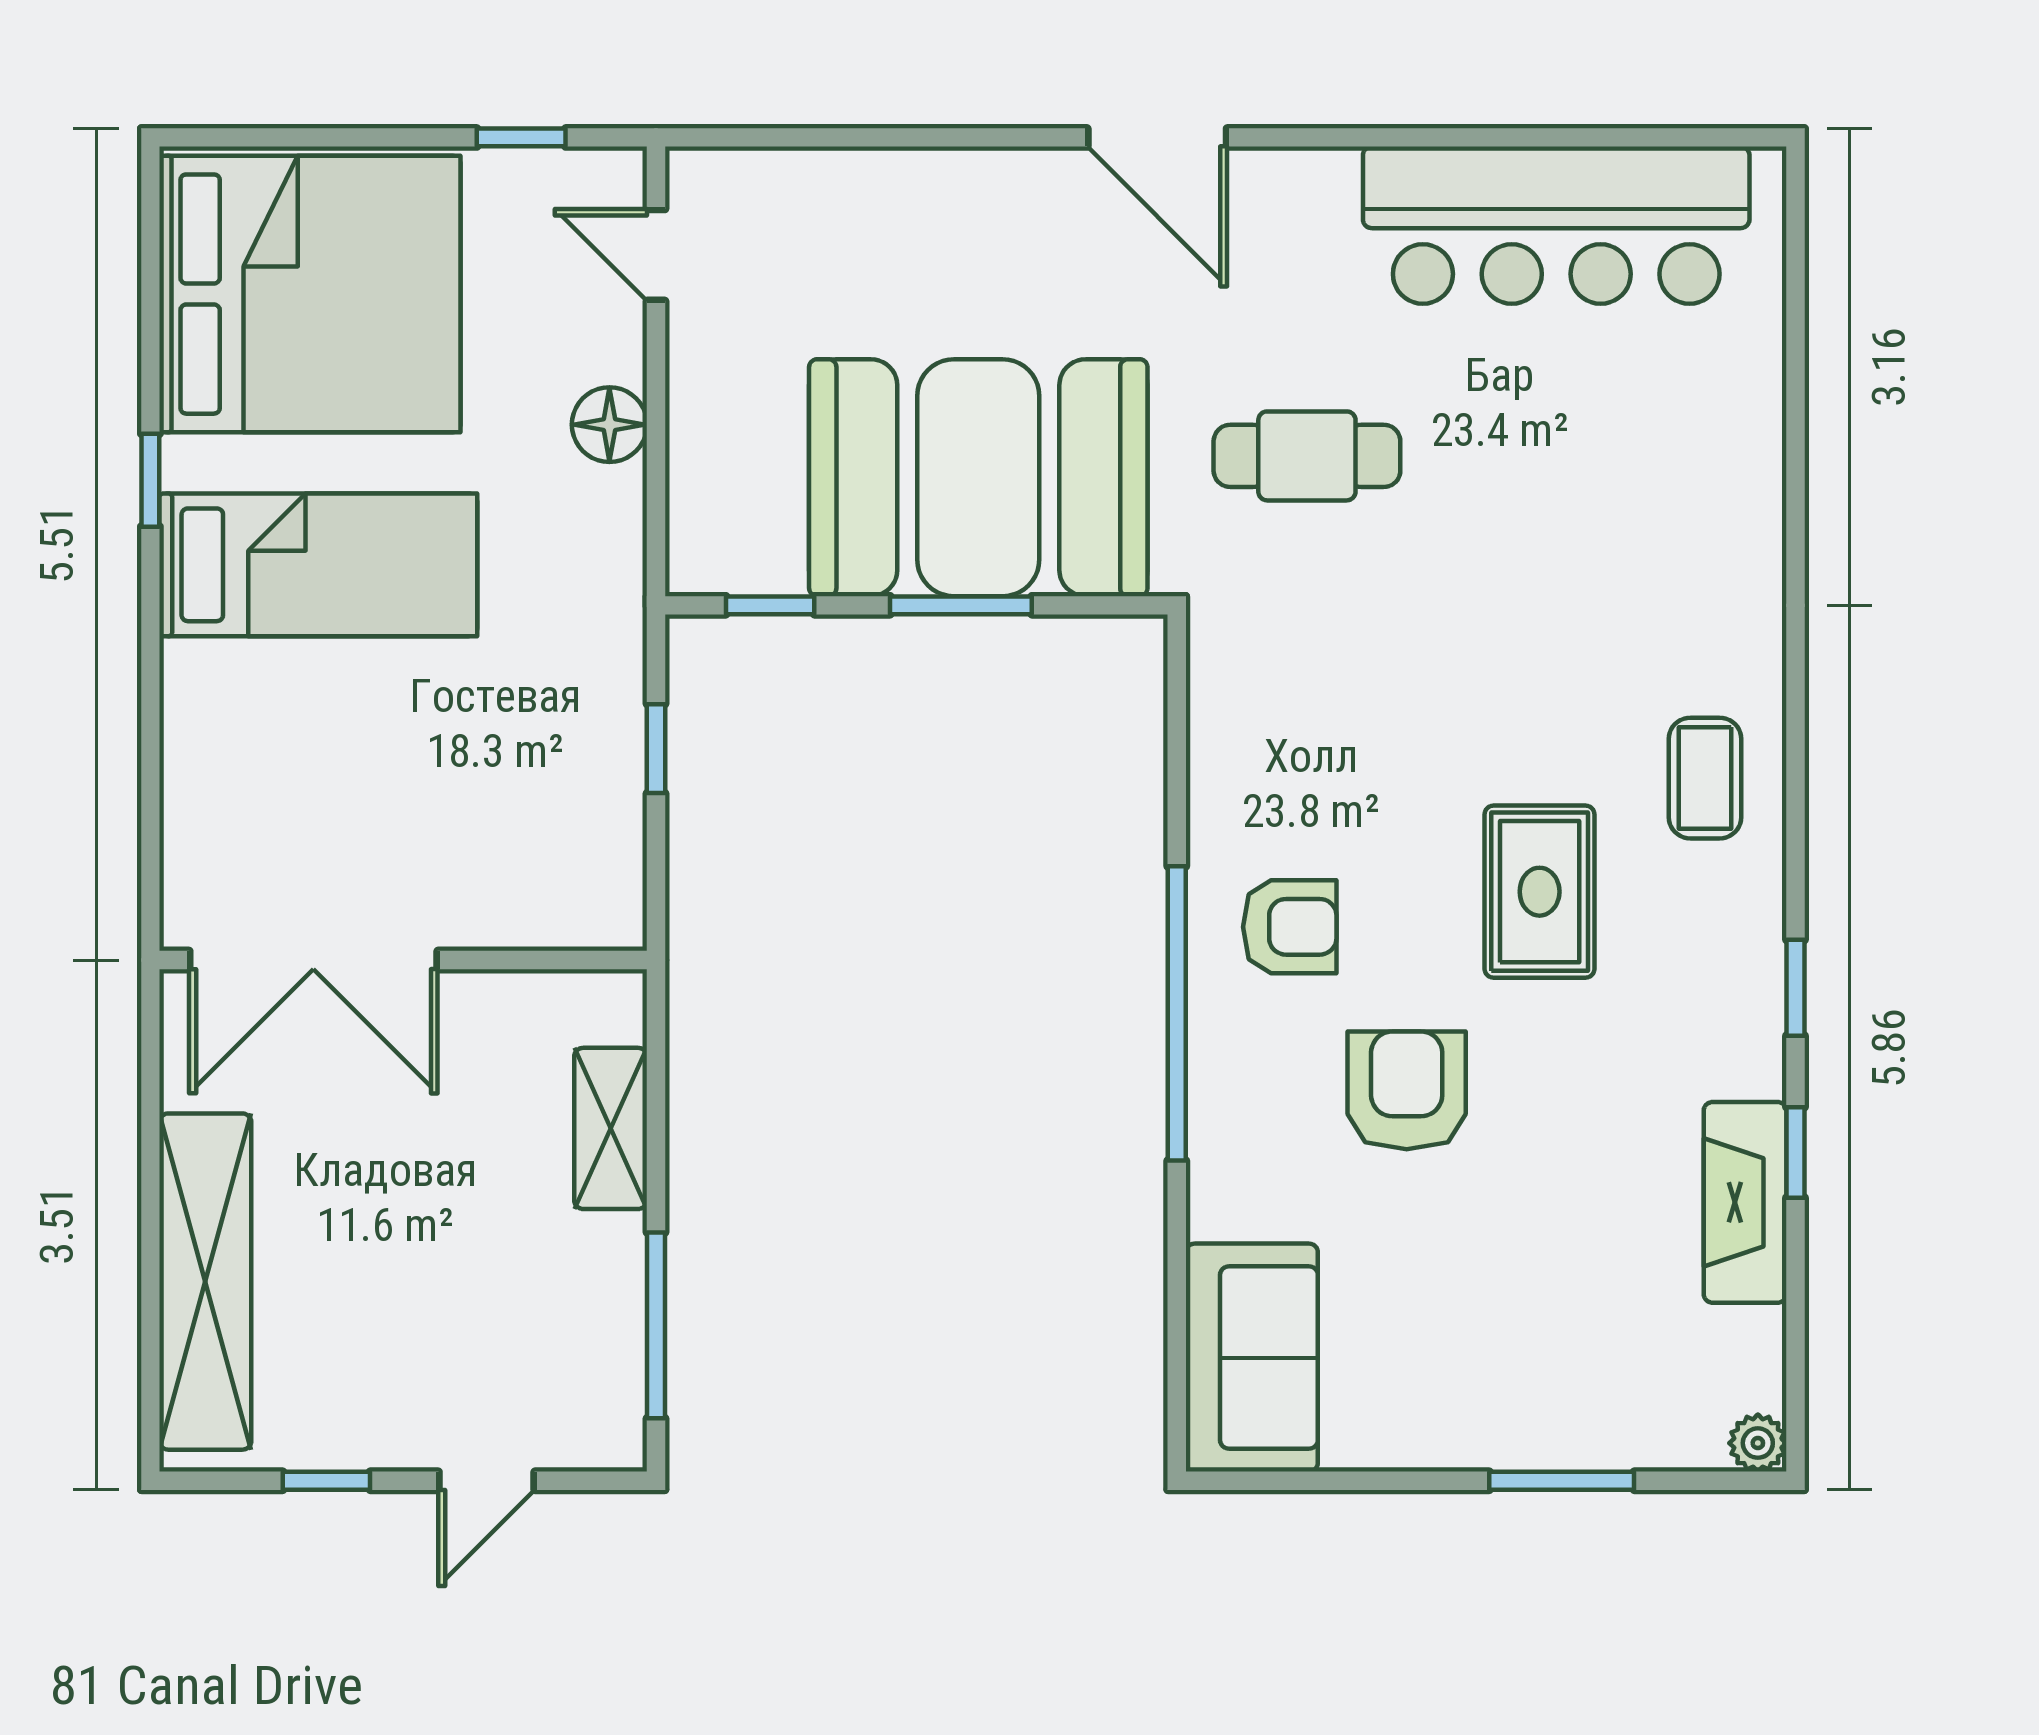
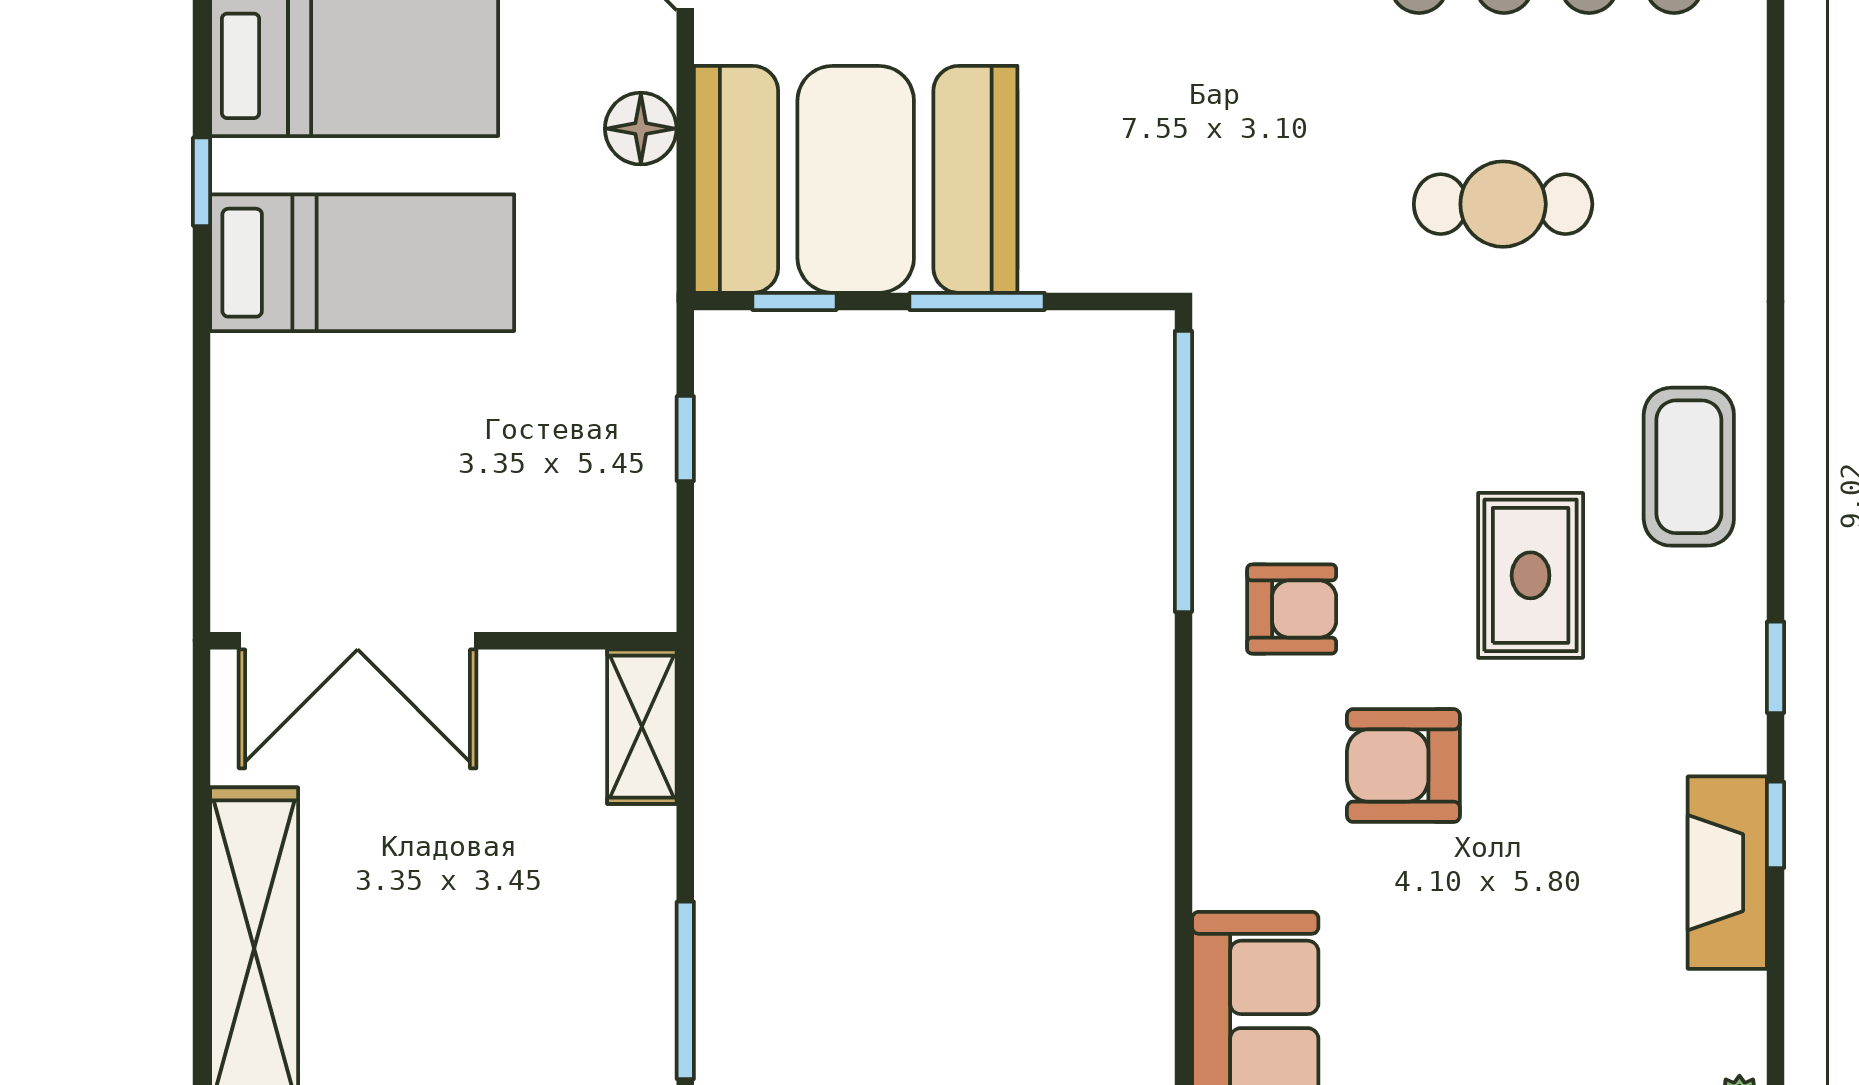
cafe table: (1307, 456) -> (1503, 204), moved
booth: (978, 478) -> (856, 179), moved
coffee table: (1705, 778) -> (1689, 467), width x1.36, depth x1.30
window: (1177, 1013) -> (1183, 471), moved
armchair: (1407, 1090) -> (1403, 766), turned -90
shelving: (611, 1128) -> (642, 727), moved

